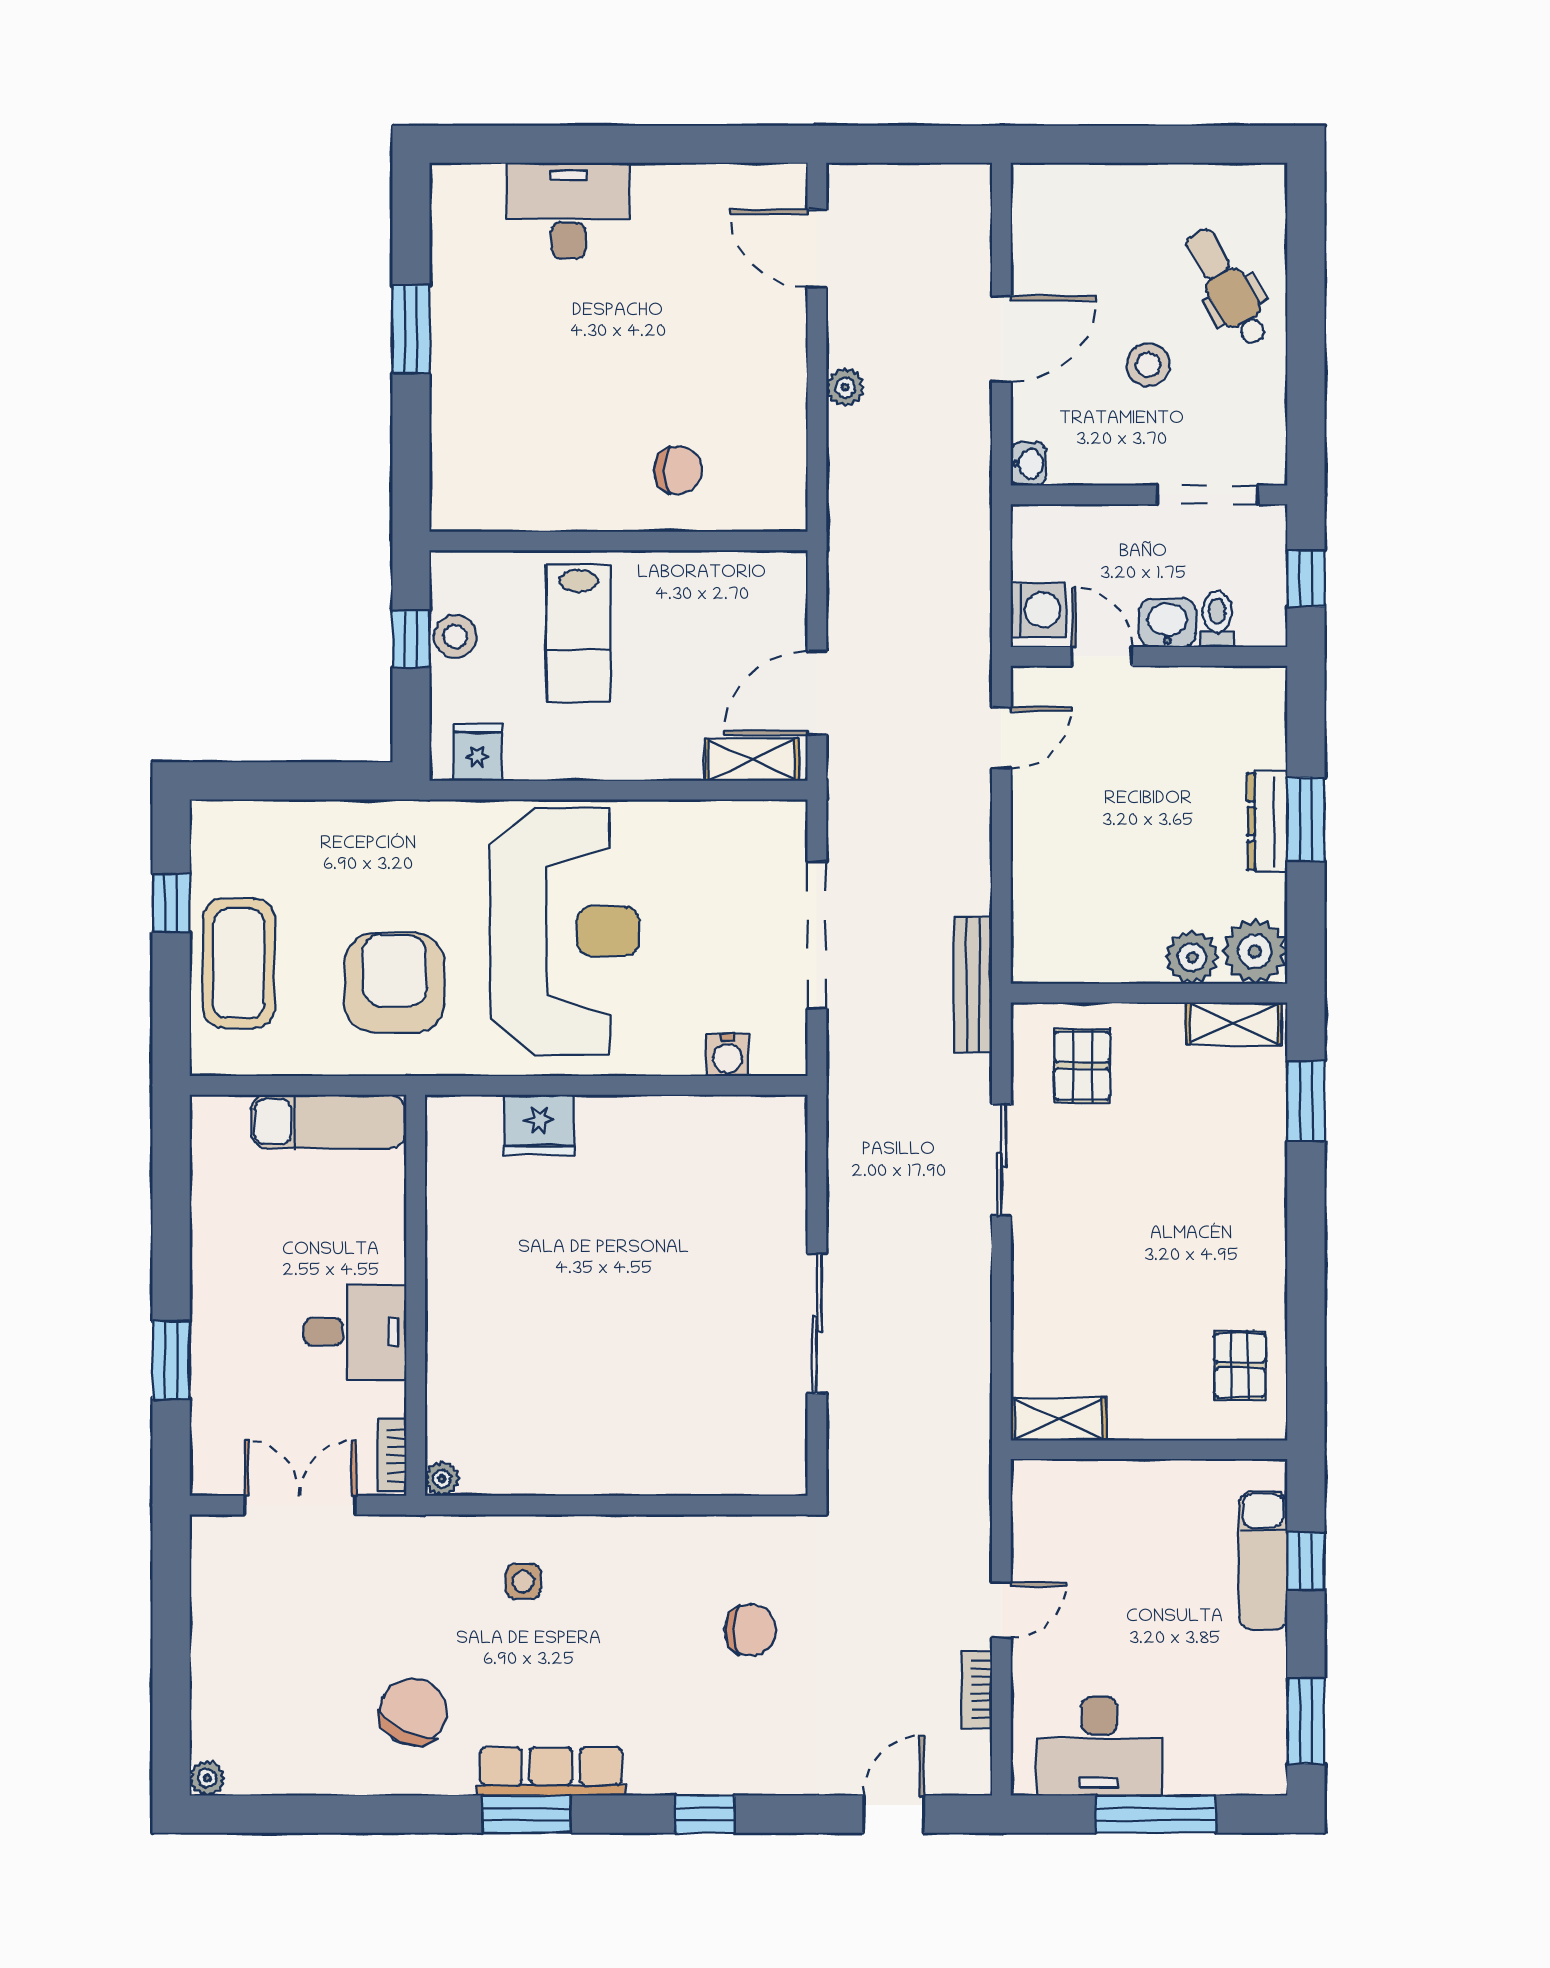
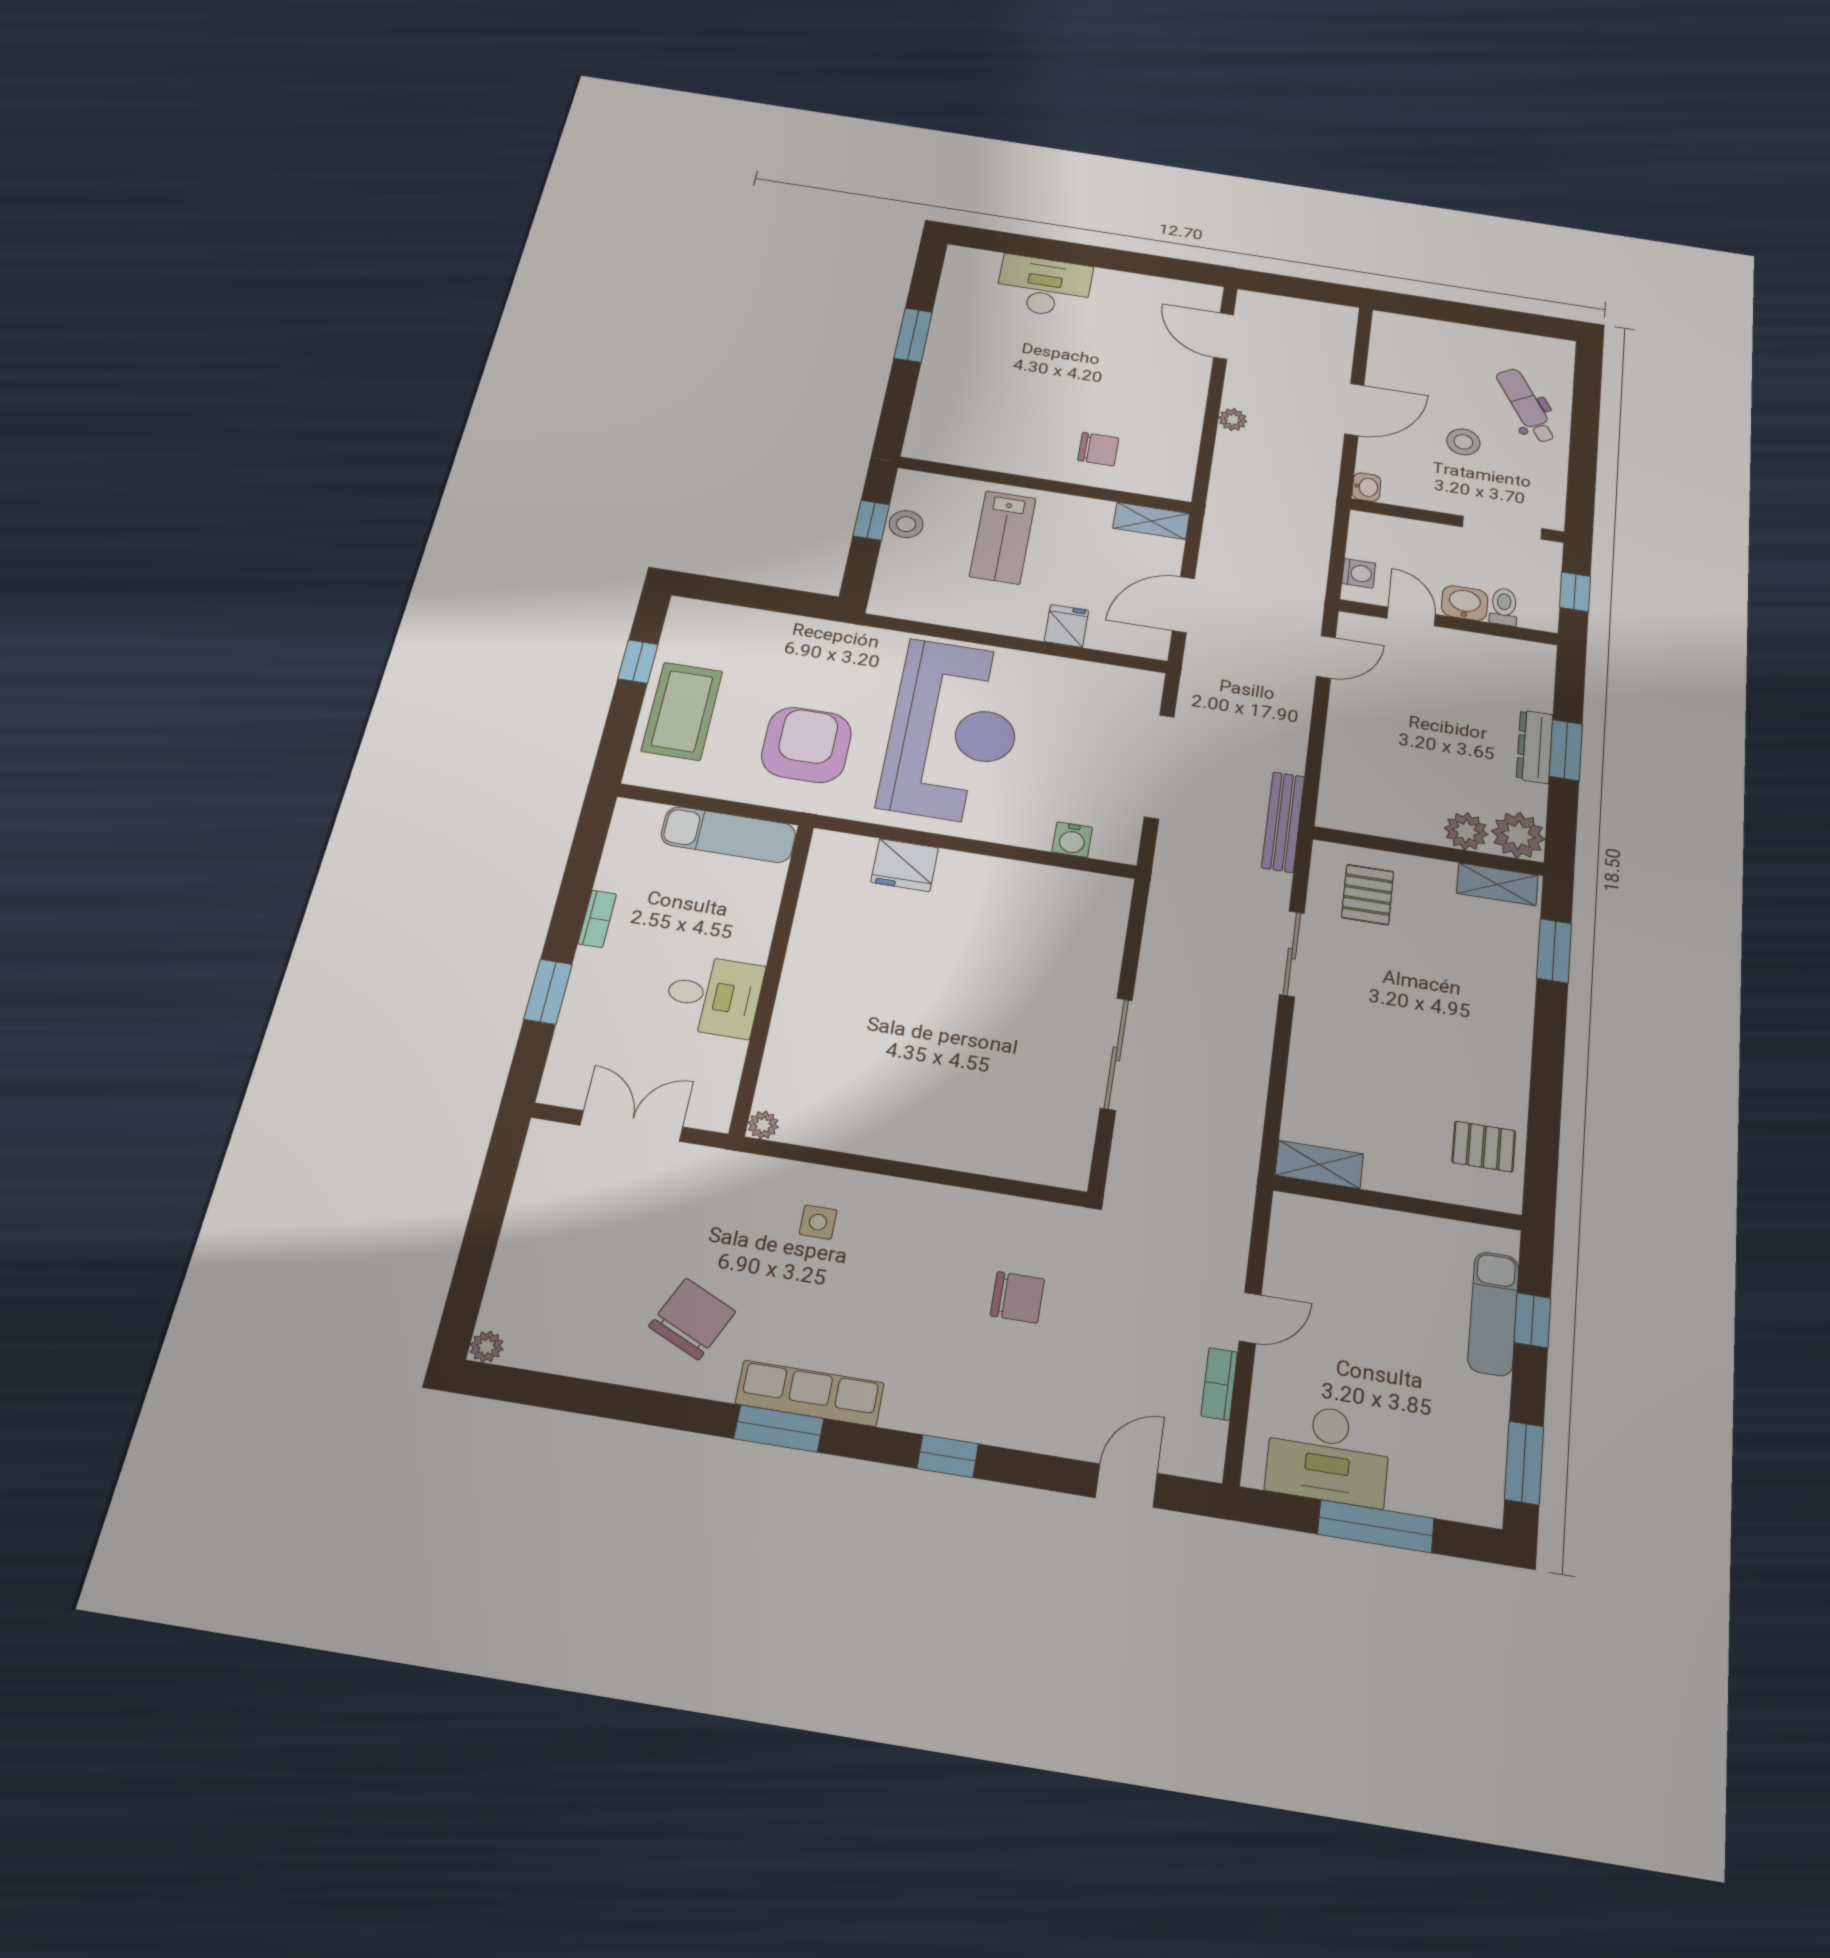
washing machine: (1038, 610) -> (1359, 573), width x0.73, depth x0.73
fridge: (478, 752) -> (1066, 626), moved
shelving: (752, 760) -> (1151, 521), moved
pallet: (1240, 1365) -> (1484, 1147), turned 90
bookcase: (392, 1455) -> (597, 919), moved, turned 180

